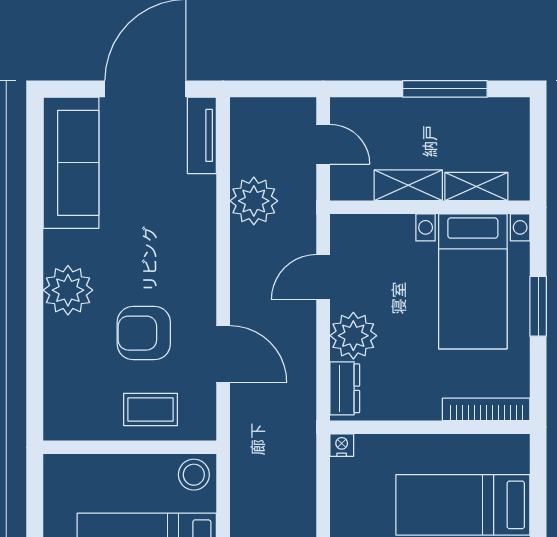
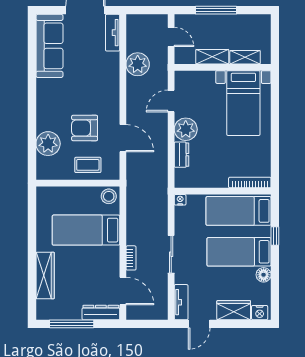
window: (445, 89) -> (216, 10), moved
plant: (68, 290) -> (48, 144), moved
window: (538, 306) -> (275, 115), removed
bookcase: (486, 409) -> (250, 183), moved
wall: (430, 427) -> (223, 191), moved
nightstand: (342, 445) -> (180, 200), moved

